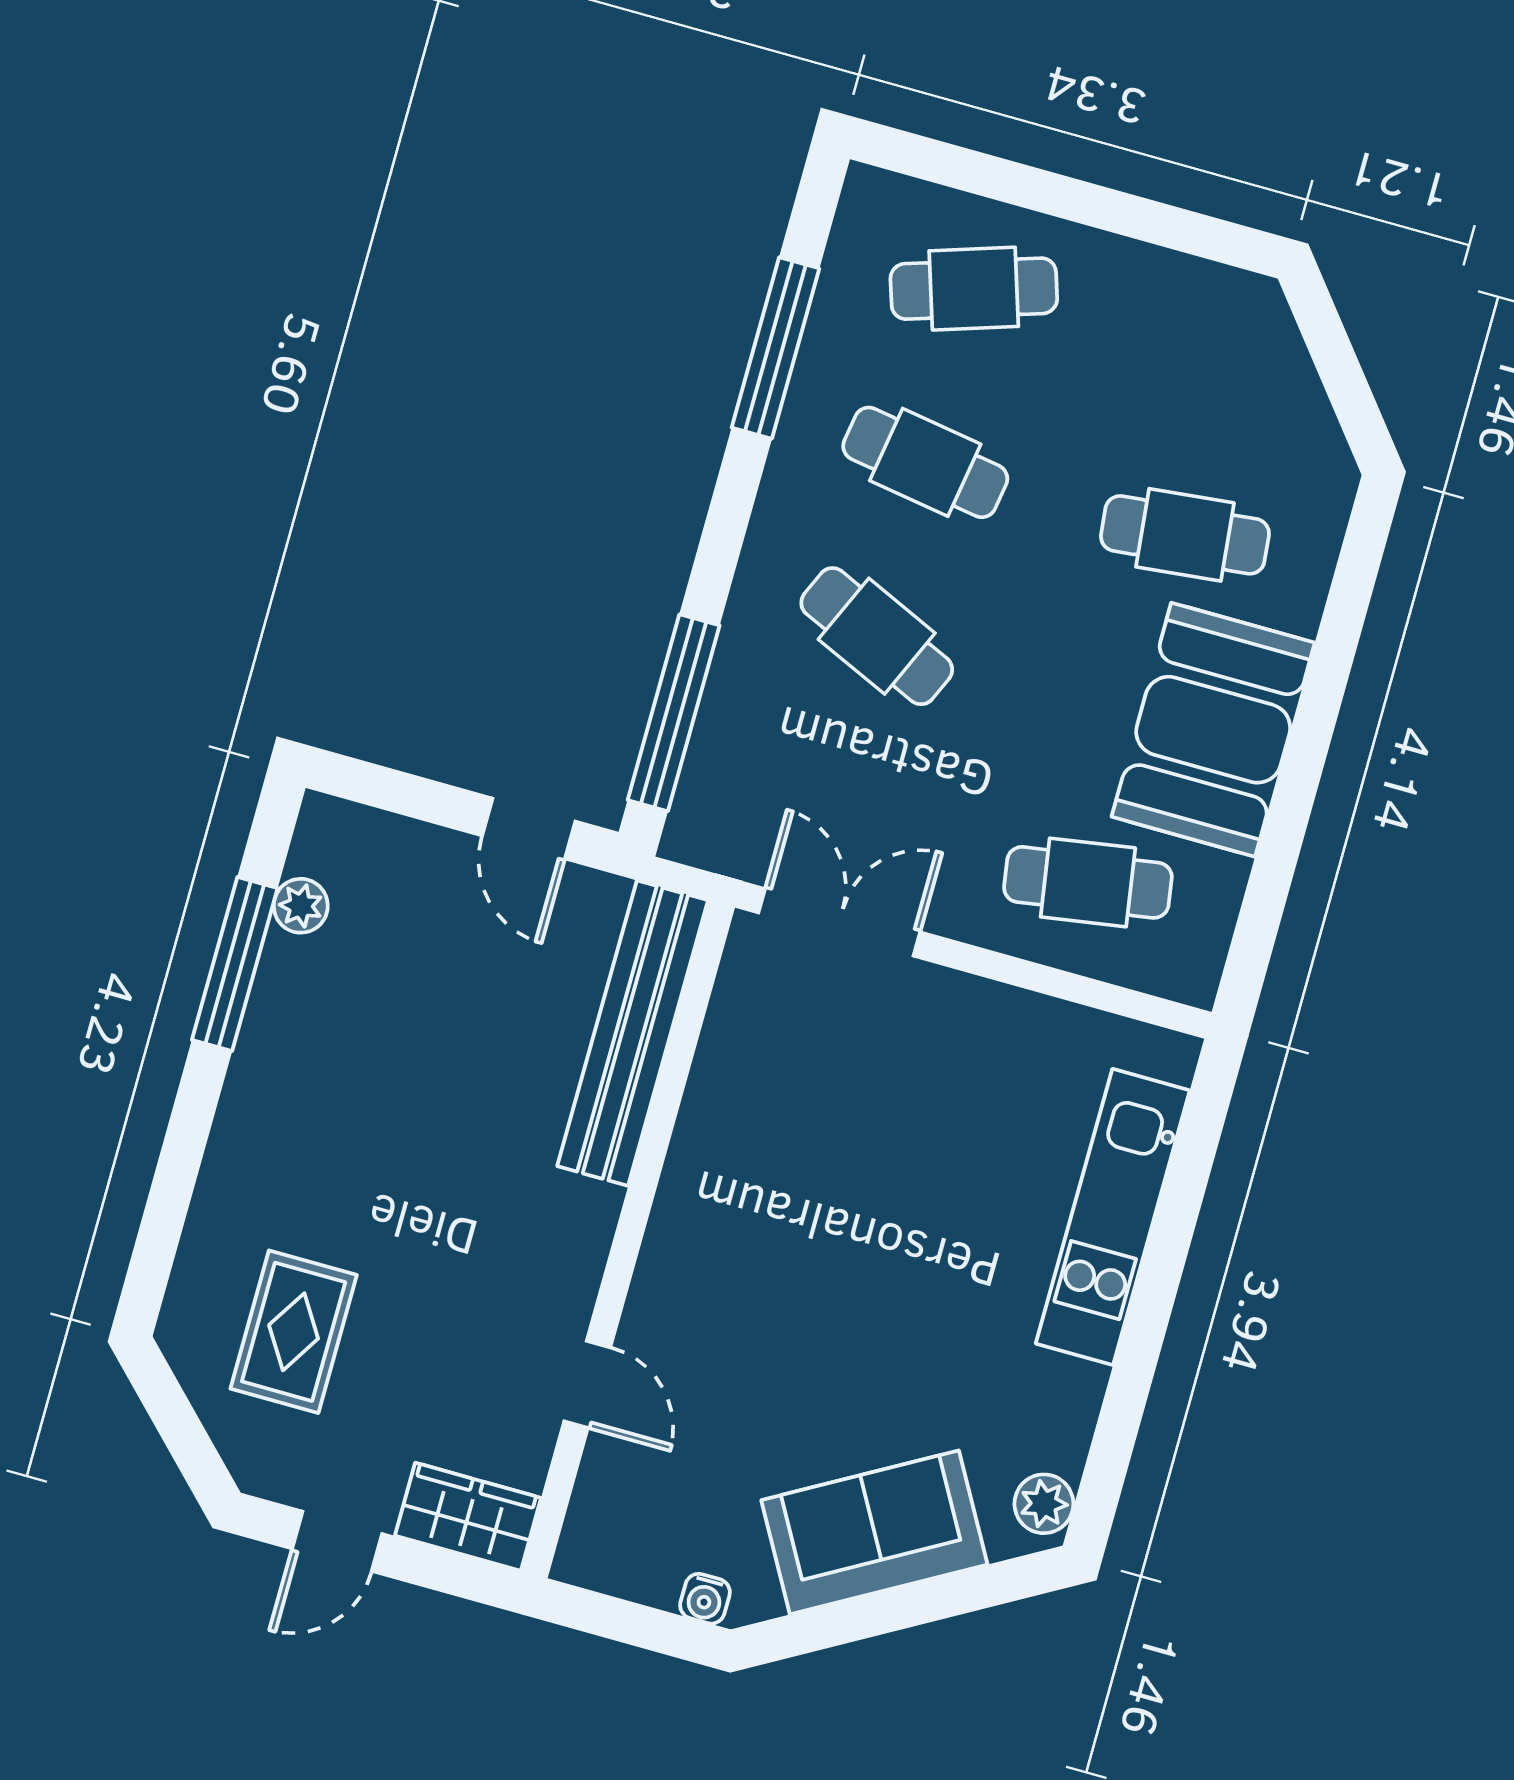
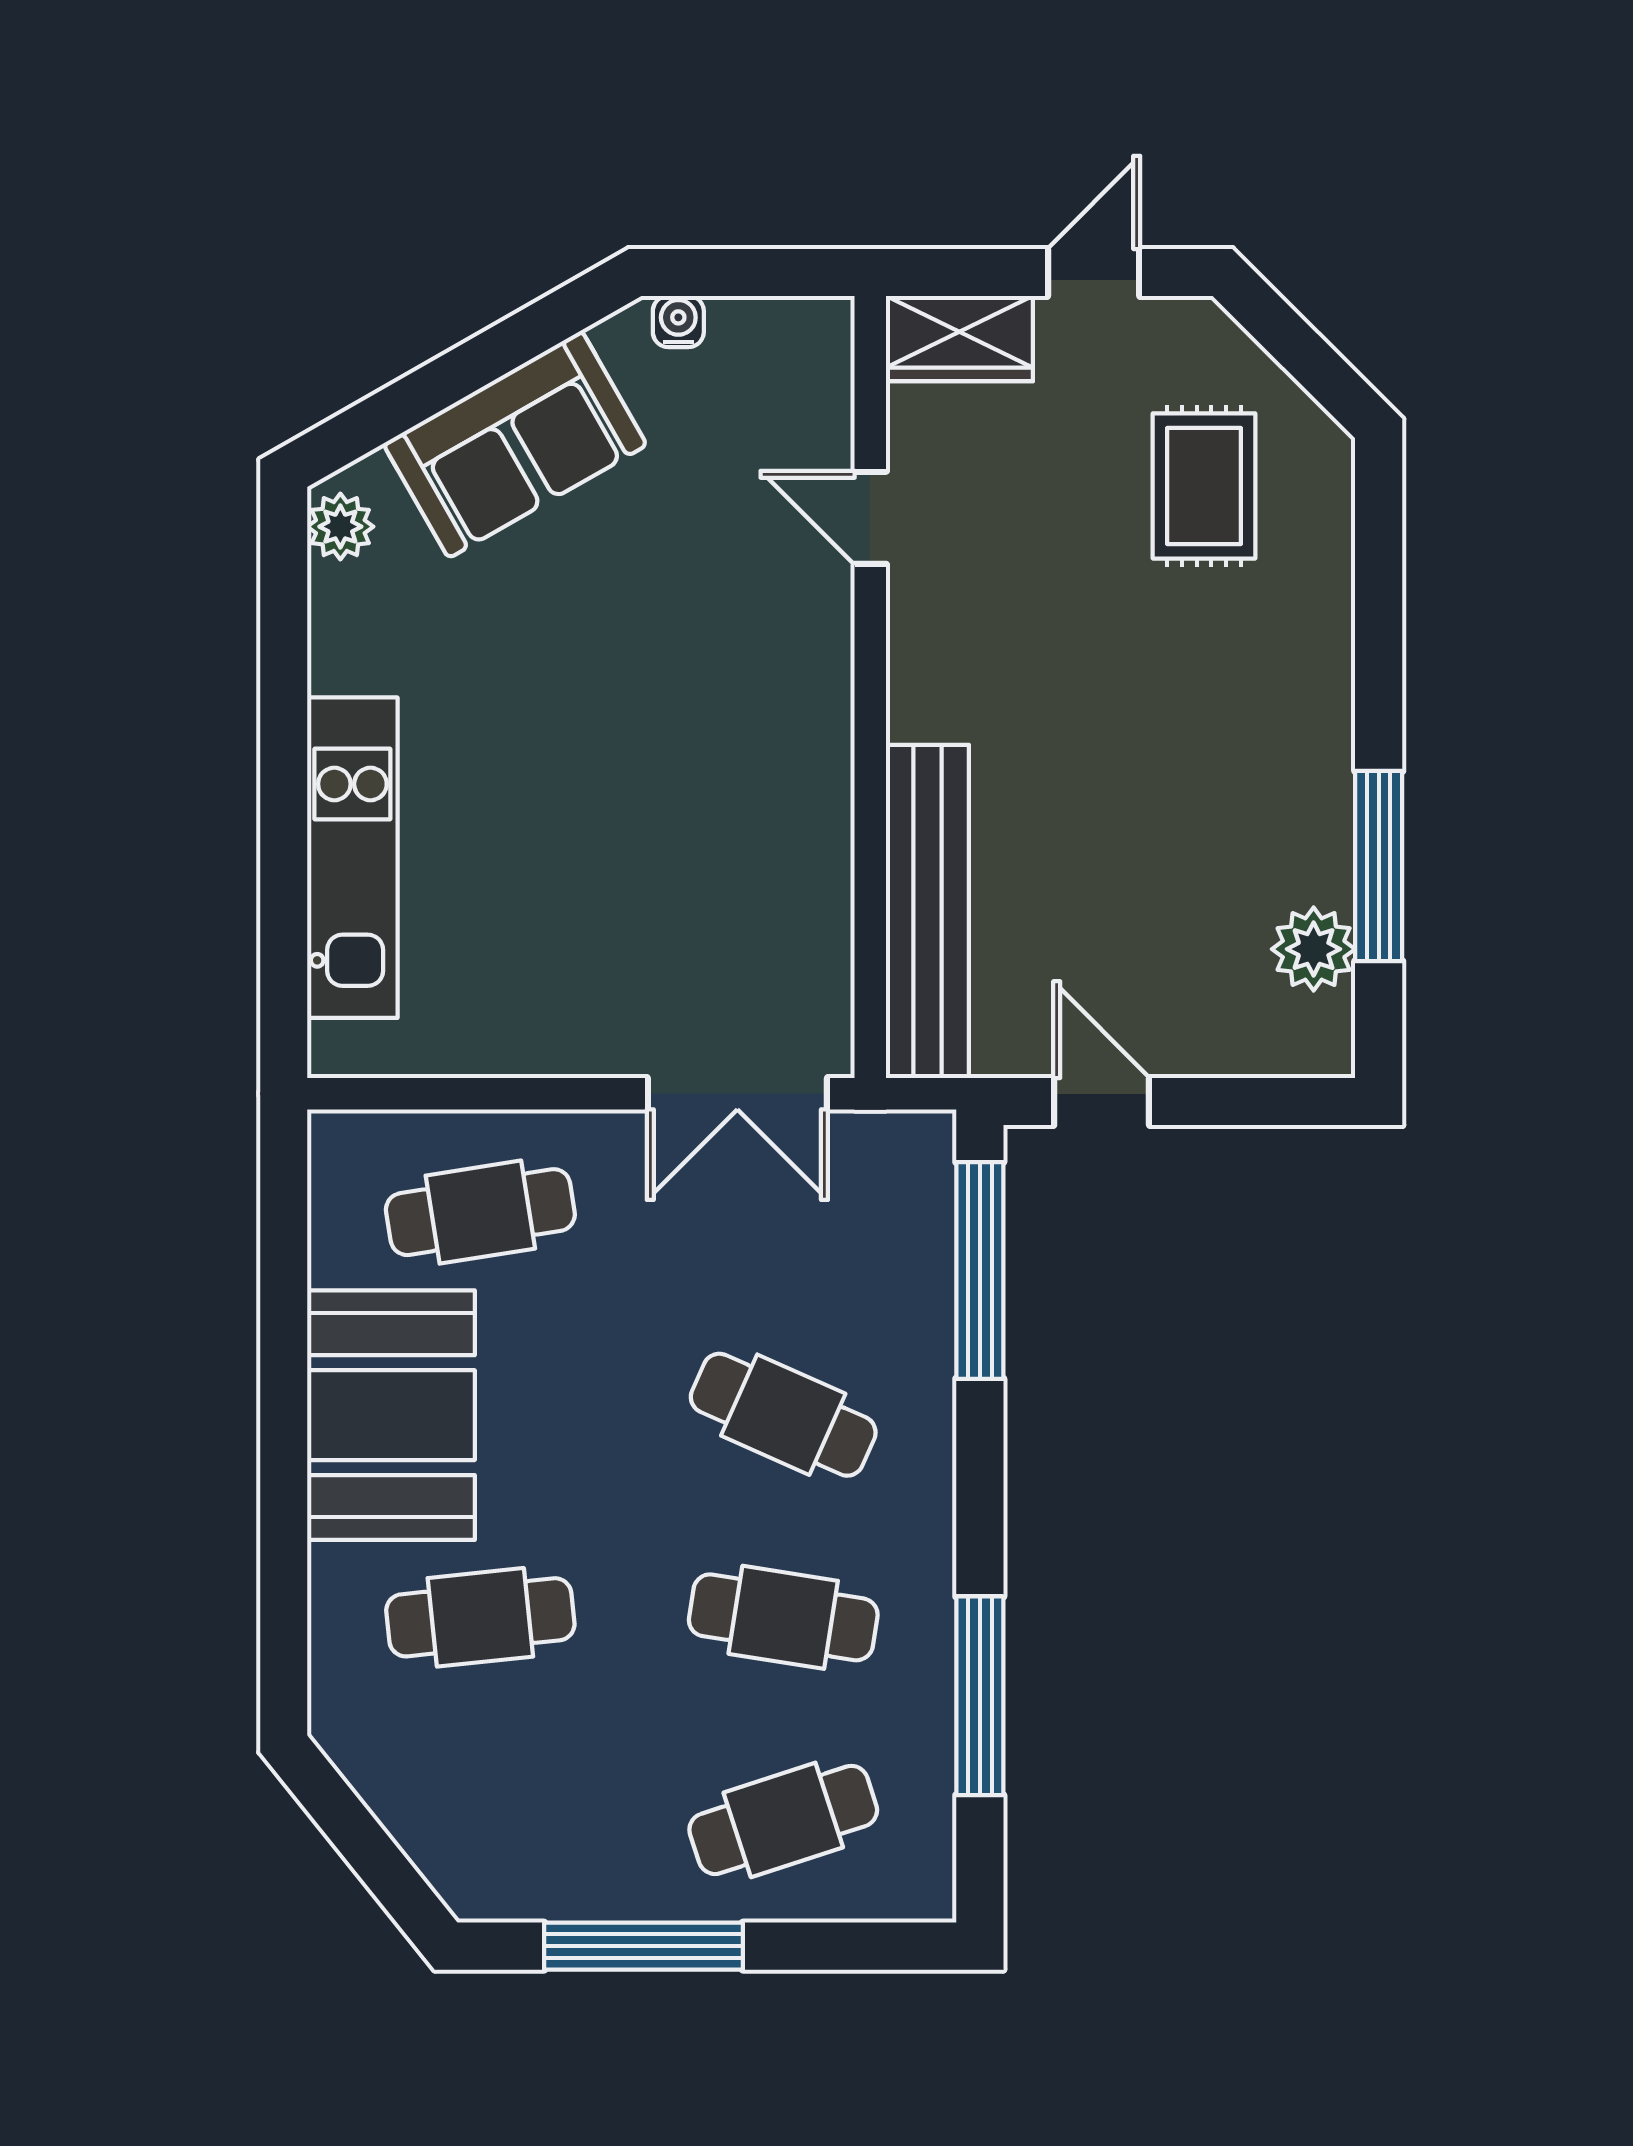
window: (1124, 214) -> (644, 1946), added
plant: (301, 906) -> (1314, 949), width x1.38, depth x1.38

